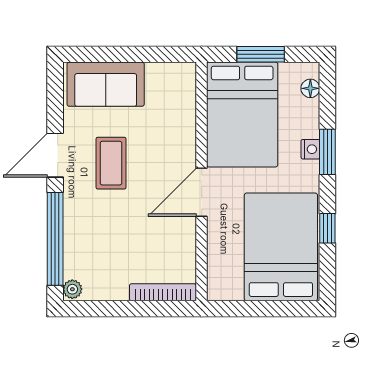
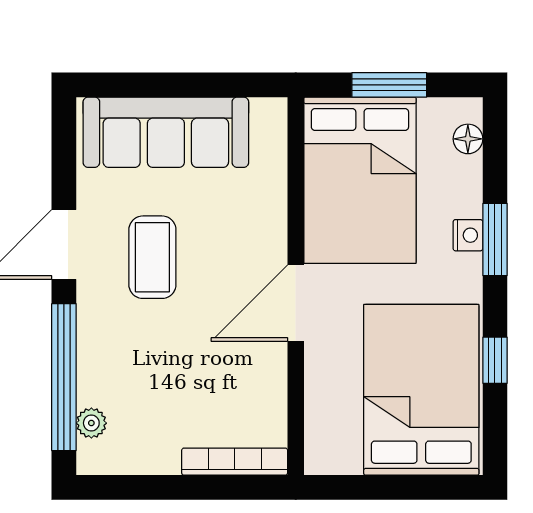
sofa: (106, 84) -> (166, 132), width x1.36
plant: (72, 289) -> (91, 423), moved

